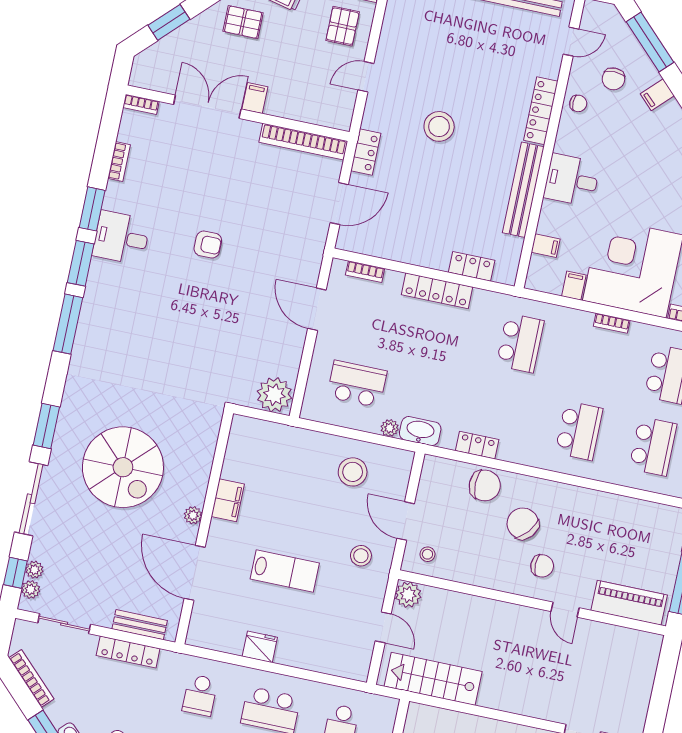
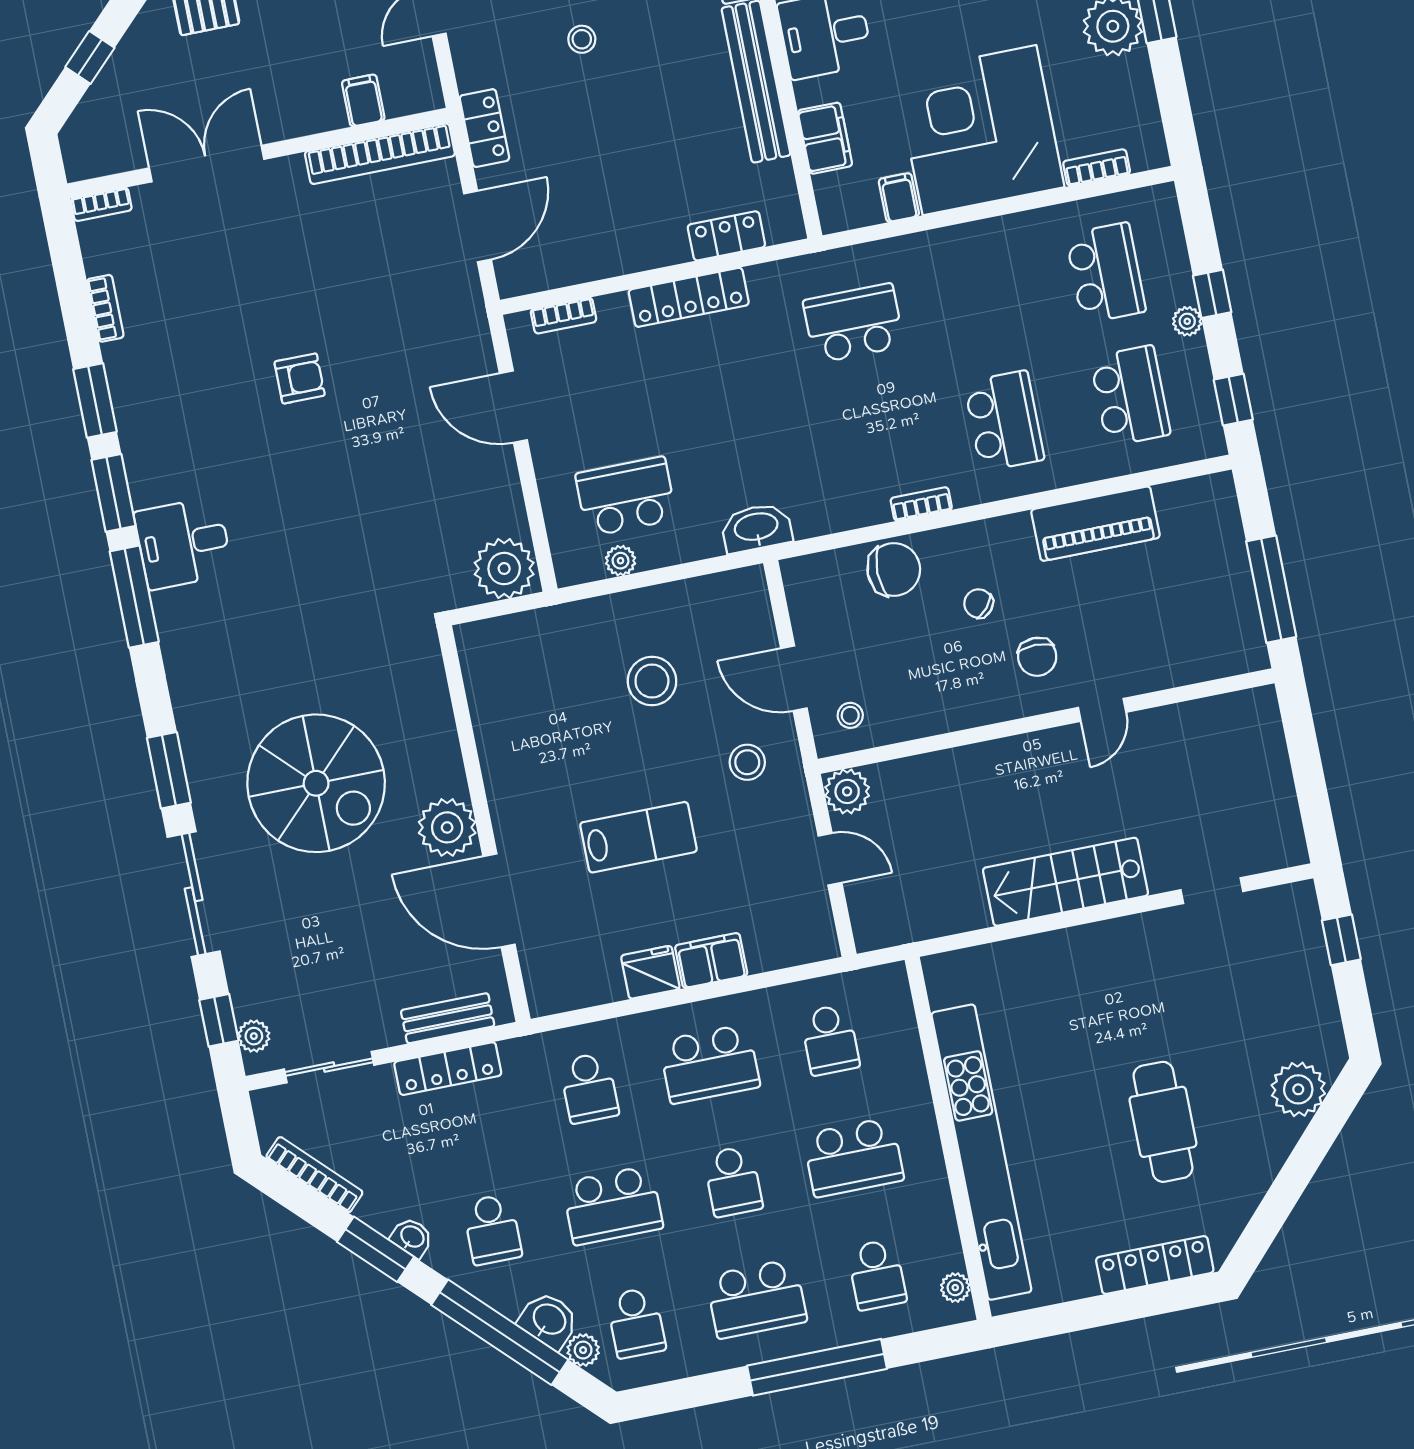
window: (169, 22) -> (90, 57), width x0.67
filing cabinet: (255, 98) -> (363, 100), moved
stool: (439, 126) -> (582, 39), width x0.53, depth x0.53
desk: (121, 238) -> (183, 543), moved
filing cabinet: (546, 246) -> (825, 138), width x2.00
bookcase: (612, 323) -> (921, 504), moved, turned 180
school desk: (520, 343) -> (854, 323), turned -90
plant: (390, 428) -> (621, 561), moved
locker: (477, 445) -> (855, 512), removed
stool: (353, 472) -> (652, 681), moved
filing cabinet: (228, 500) -> (711, 960), moved, turned -90
plant: (193, 515) -> (447, 827), width x1.88, depth x1.88
chair: (523, 523) -> (979, 603), width x0.54, depth x0.54
chair: (542, 566) -> (1037, 657), turned 90
plant: (34, 570) -> (246, 1003), removed
piano: (629, 603) -> (1095, 524), moved, turned 180
door: (565, 610) -> (1102, 710), hinge flipped
stairs: (433, 679) -> (1066, 882), moved

